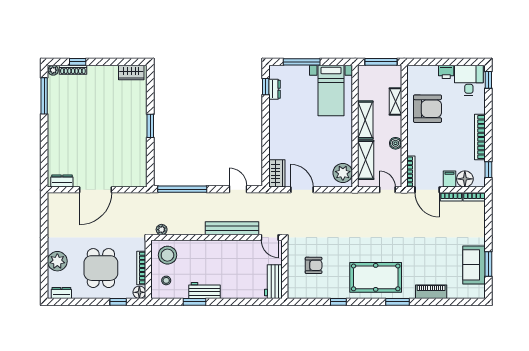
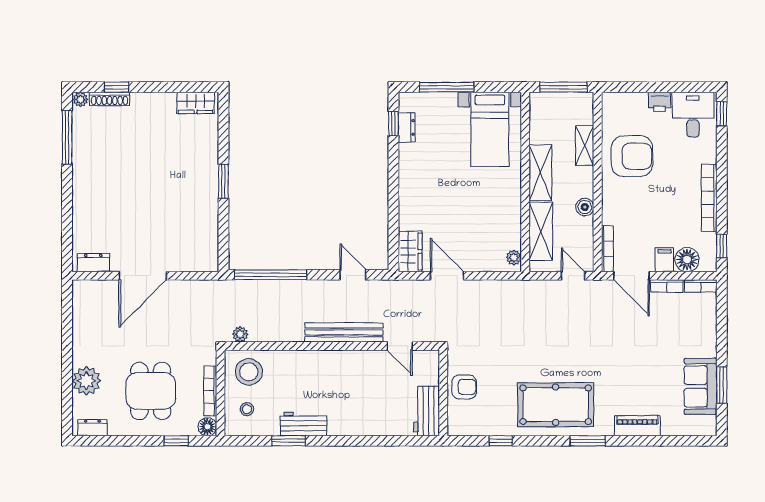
plant: (343, 173) -> (514, 257), width x0.53, depth x0.53
wall: (285, 269) -> (443, 393), moved
workbench: (273, 282) -> (426, 411), moved

